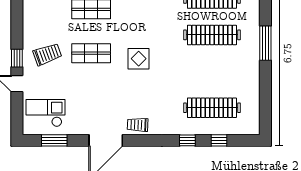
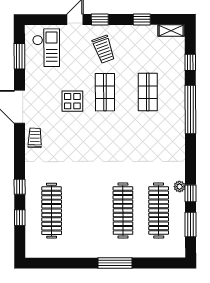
window: (17, 15) -> (142, 19), added
display table: (139, 59) -> (72, 101), moved

